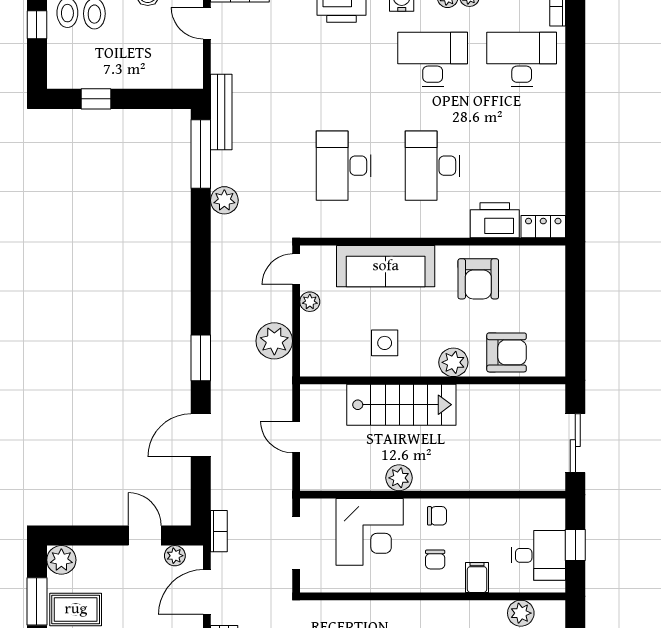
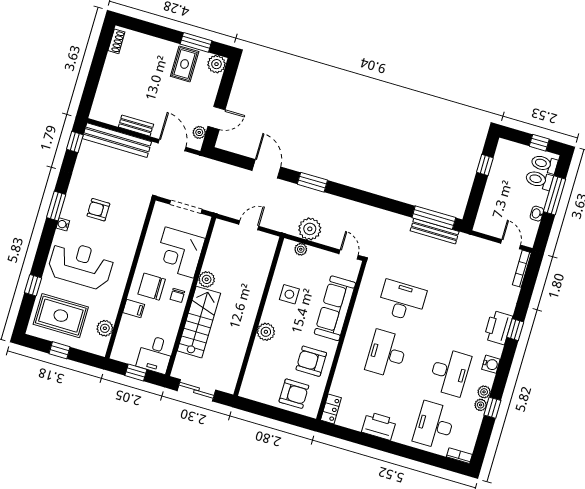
door: (207, 23) -> (511, 244), hinge flipped
desk: (522, 59) -> (434, 425), turned 180
bench: (221, 112) -> (435, 231), moved
desk: (433, 166) -> (387, 354), turned -90
plant: (224, 200) -> (402, 224), removed
printer: (495, 220) -> (379, 426), moved, turned -90
plant: (310, 302) -> (301, 249), moved
armchair: (507, 352) -> (294, 394), moved, turned -90
stairs: (401, 405) -> (199, 322), moved, turned 180
bookcase: (219, 531) -> (206, 163), removed
desk: (538, 555) -> (155, 354), moved
chair: (435, 560) -> (152, 287), width x1.87, depth x1.87

